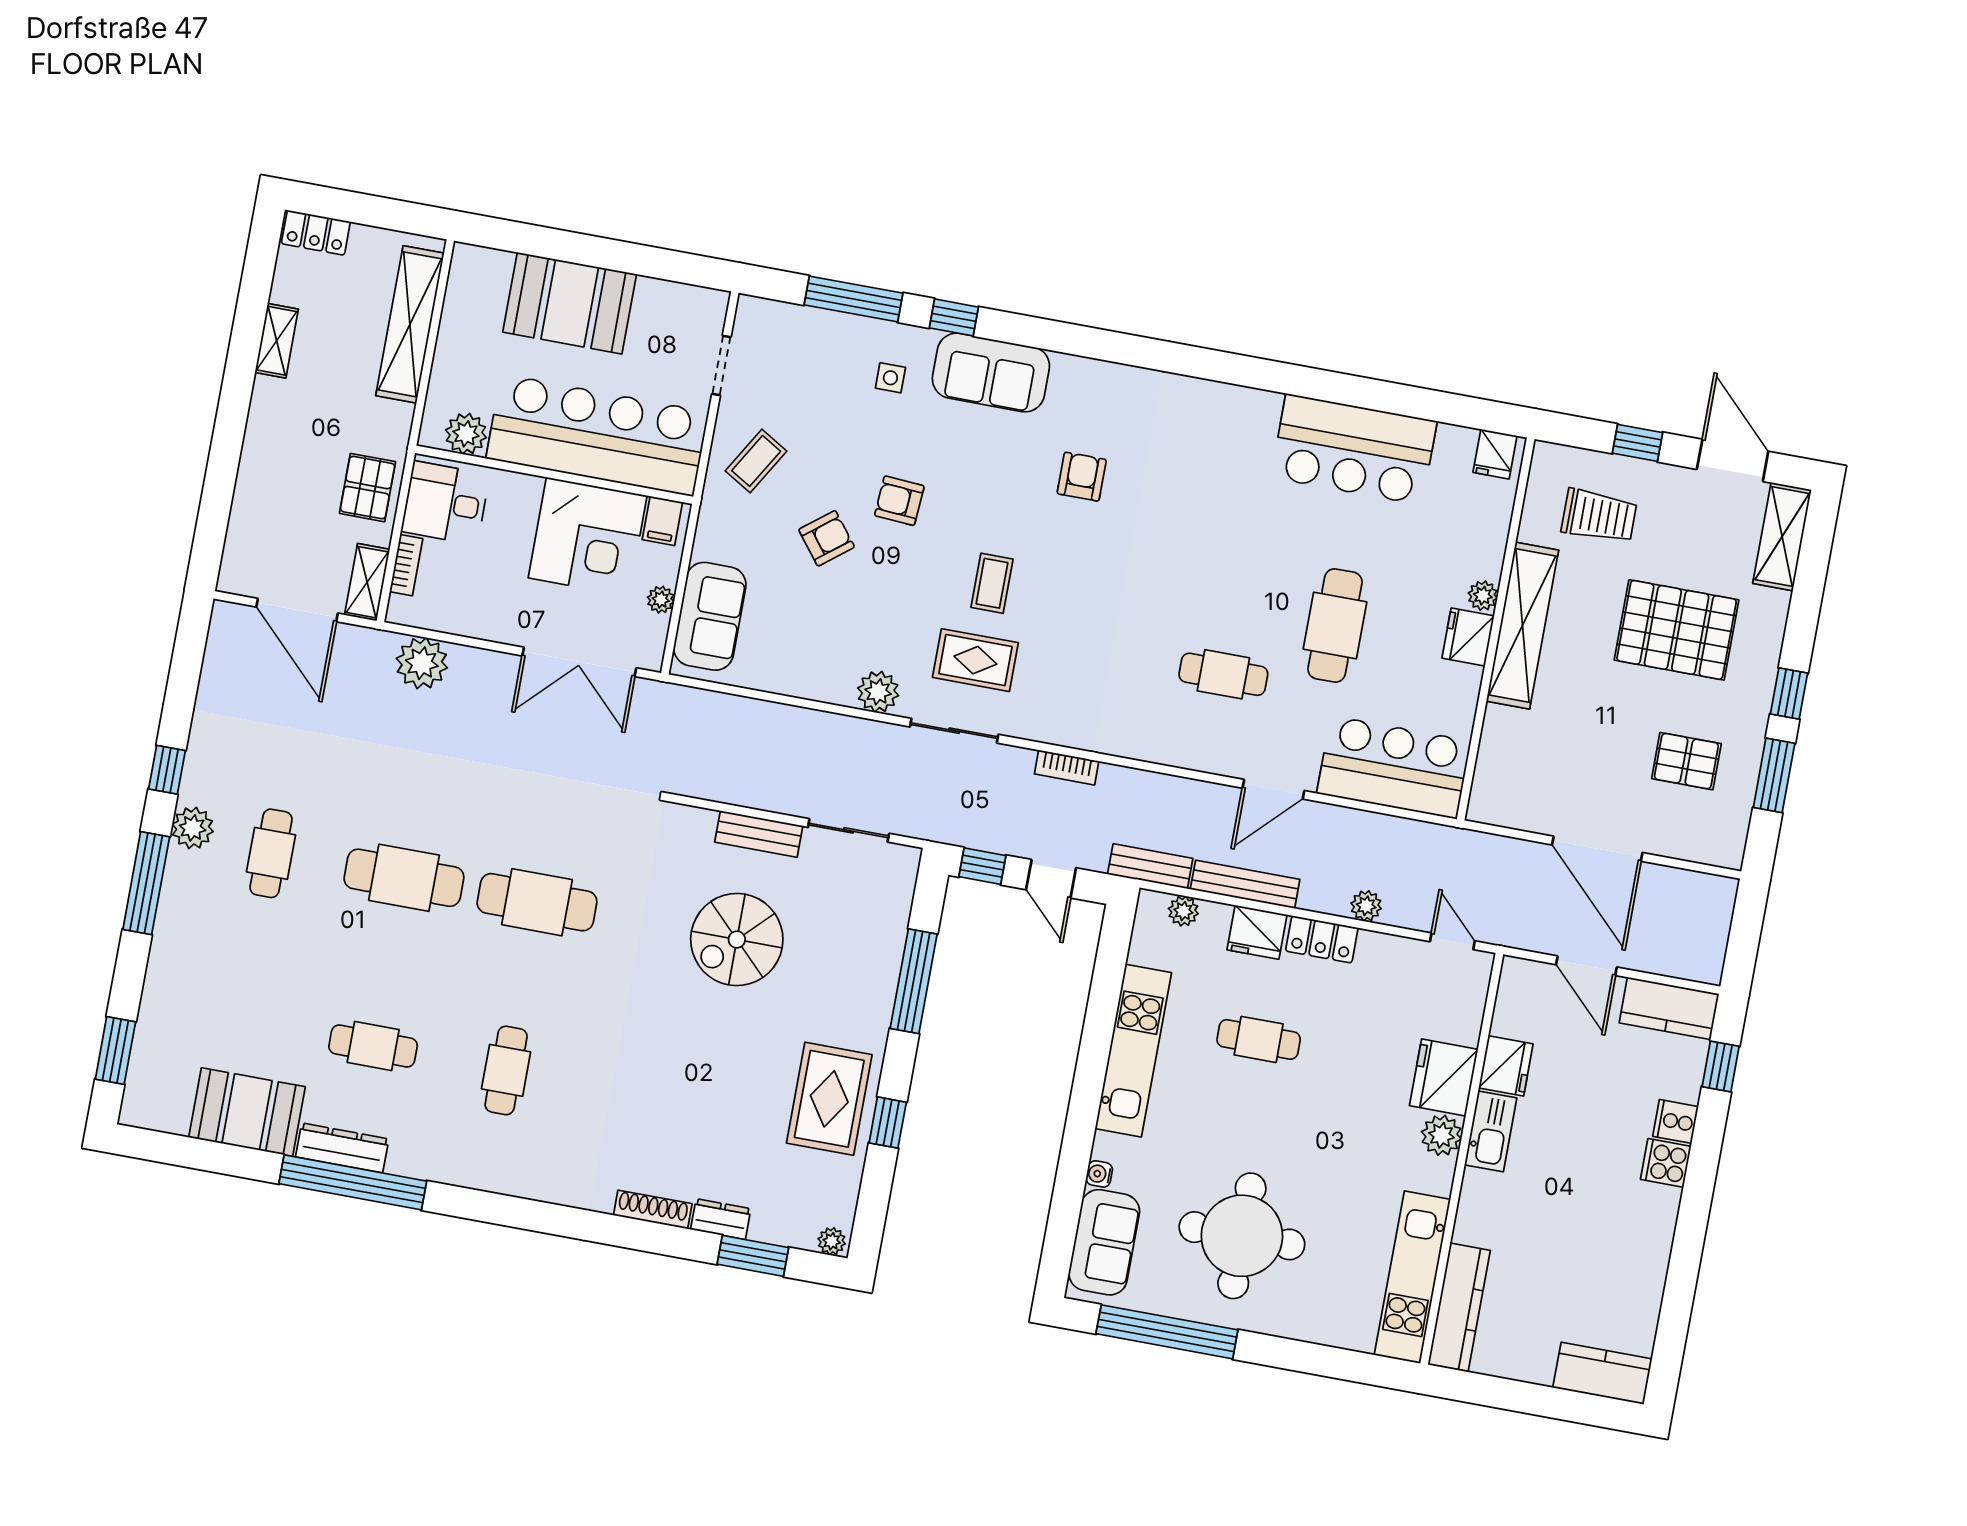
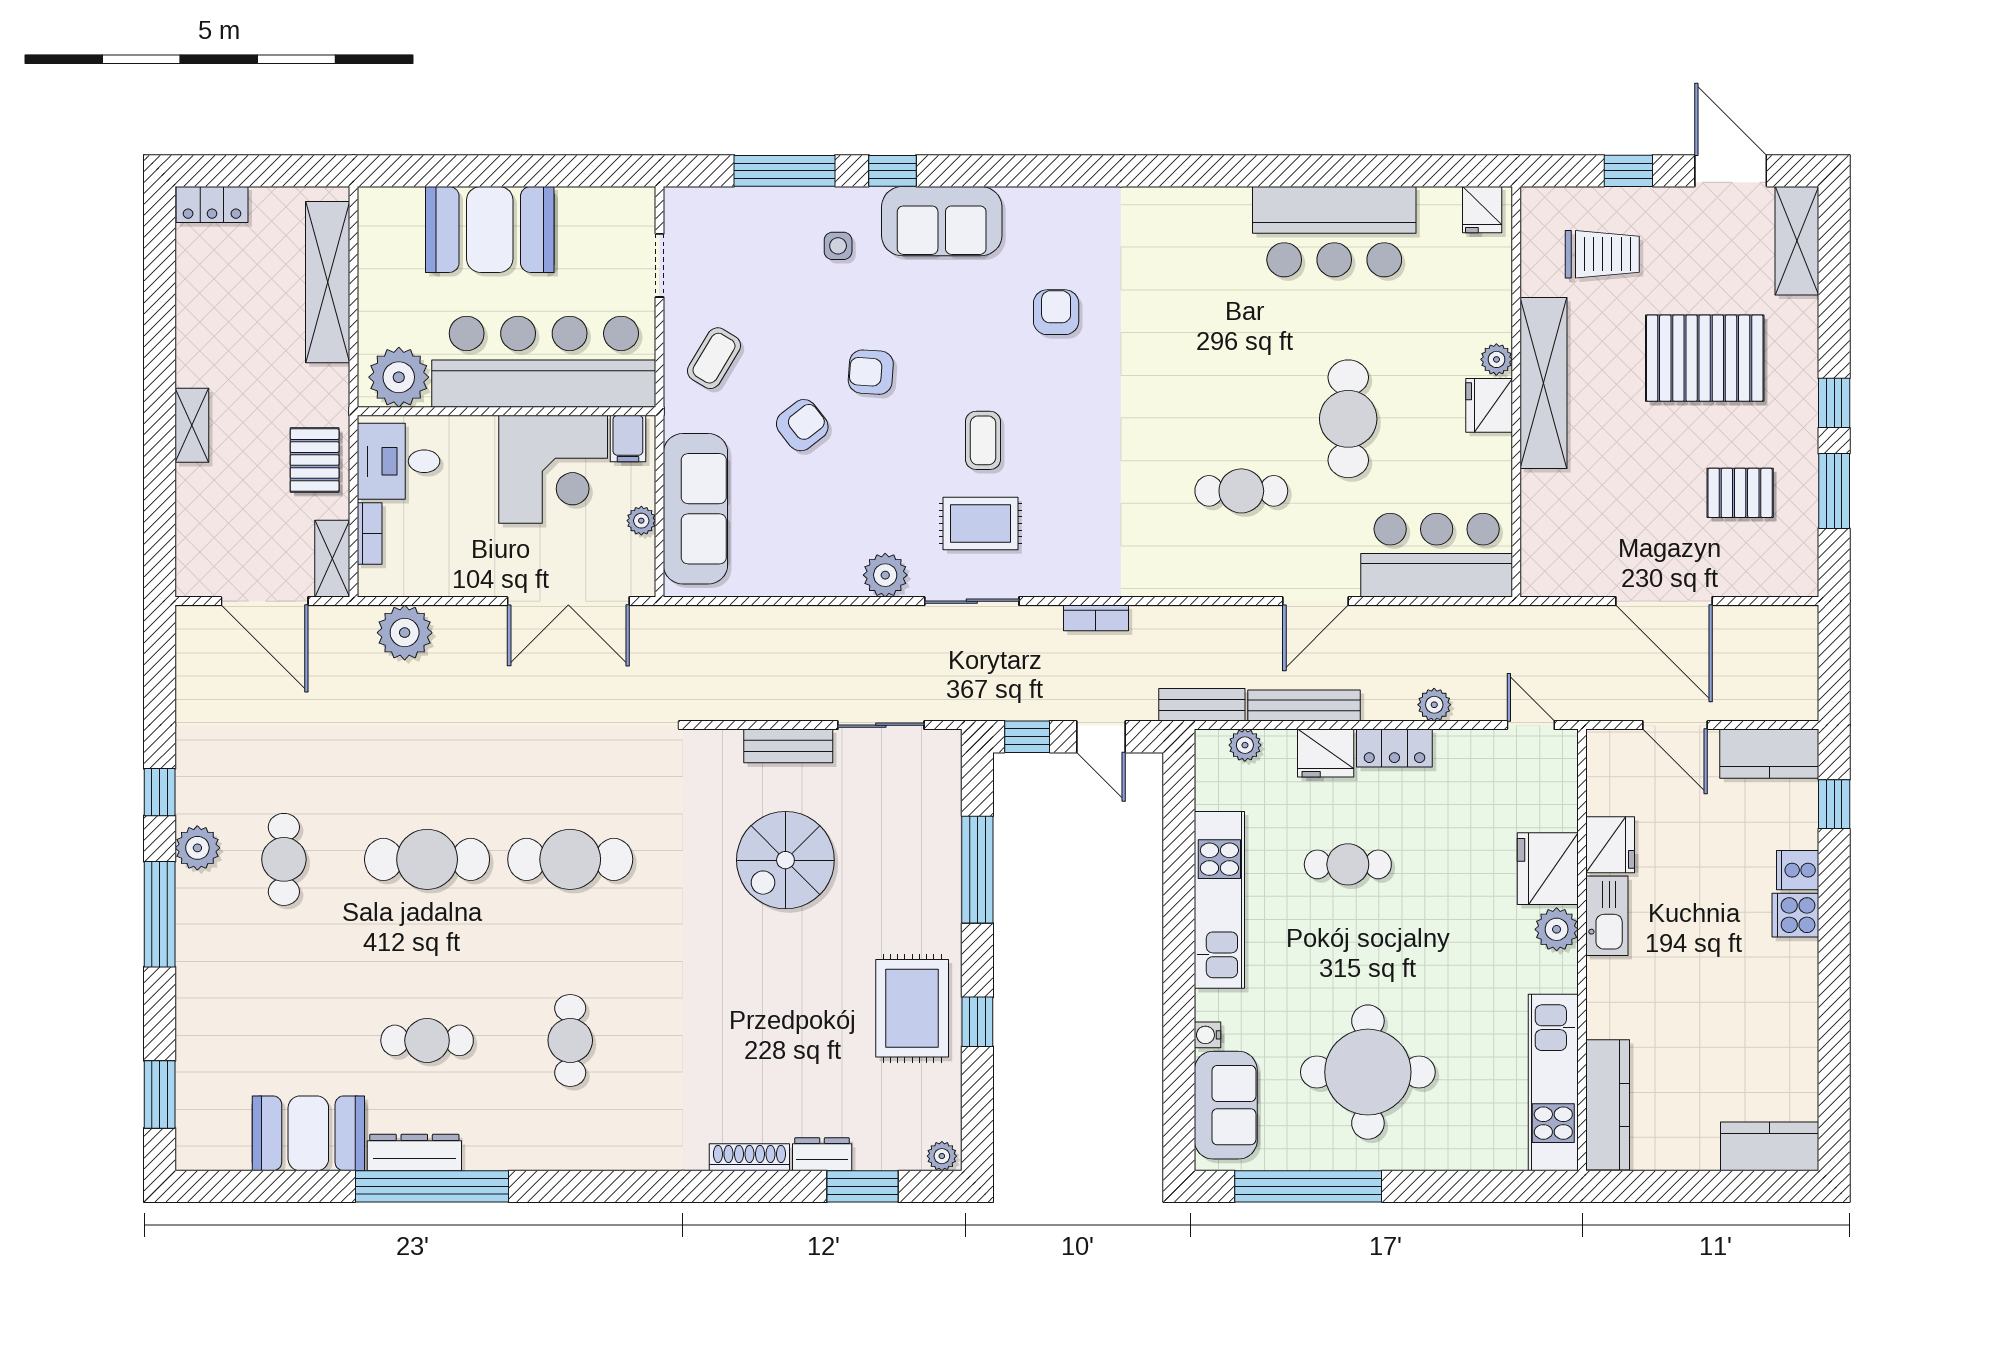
shelving: (277, 341) -> (192, 425), moved
plant: (466, 434) -> (399, 377), width x1.36, depth x1.36
sofa: (710, 616) -> (695, 509), width x1.36

